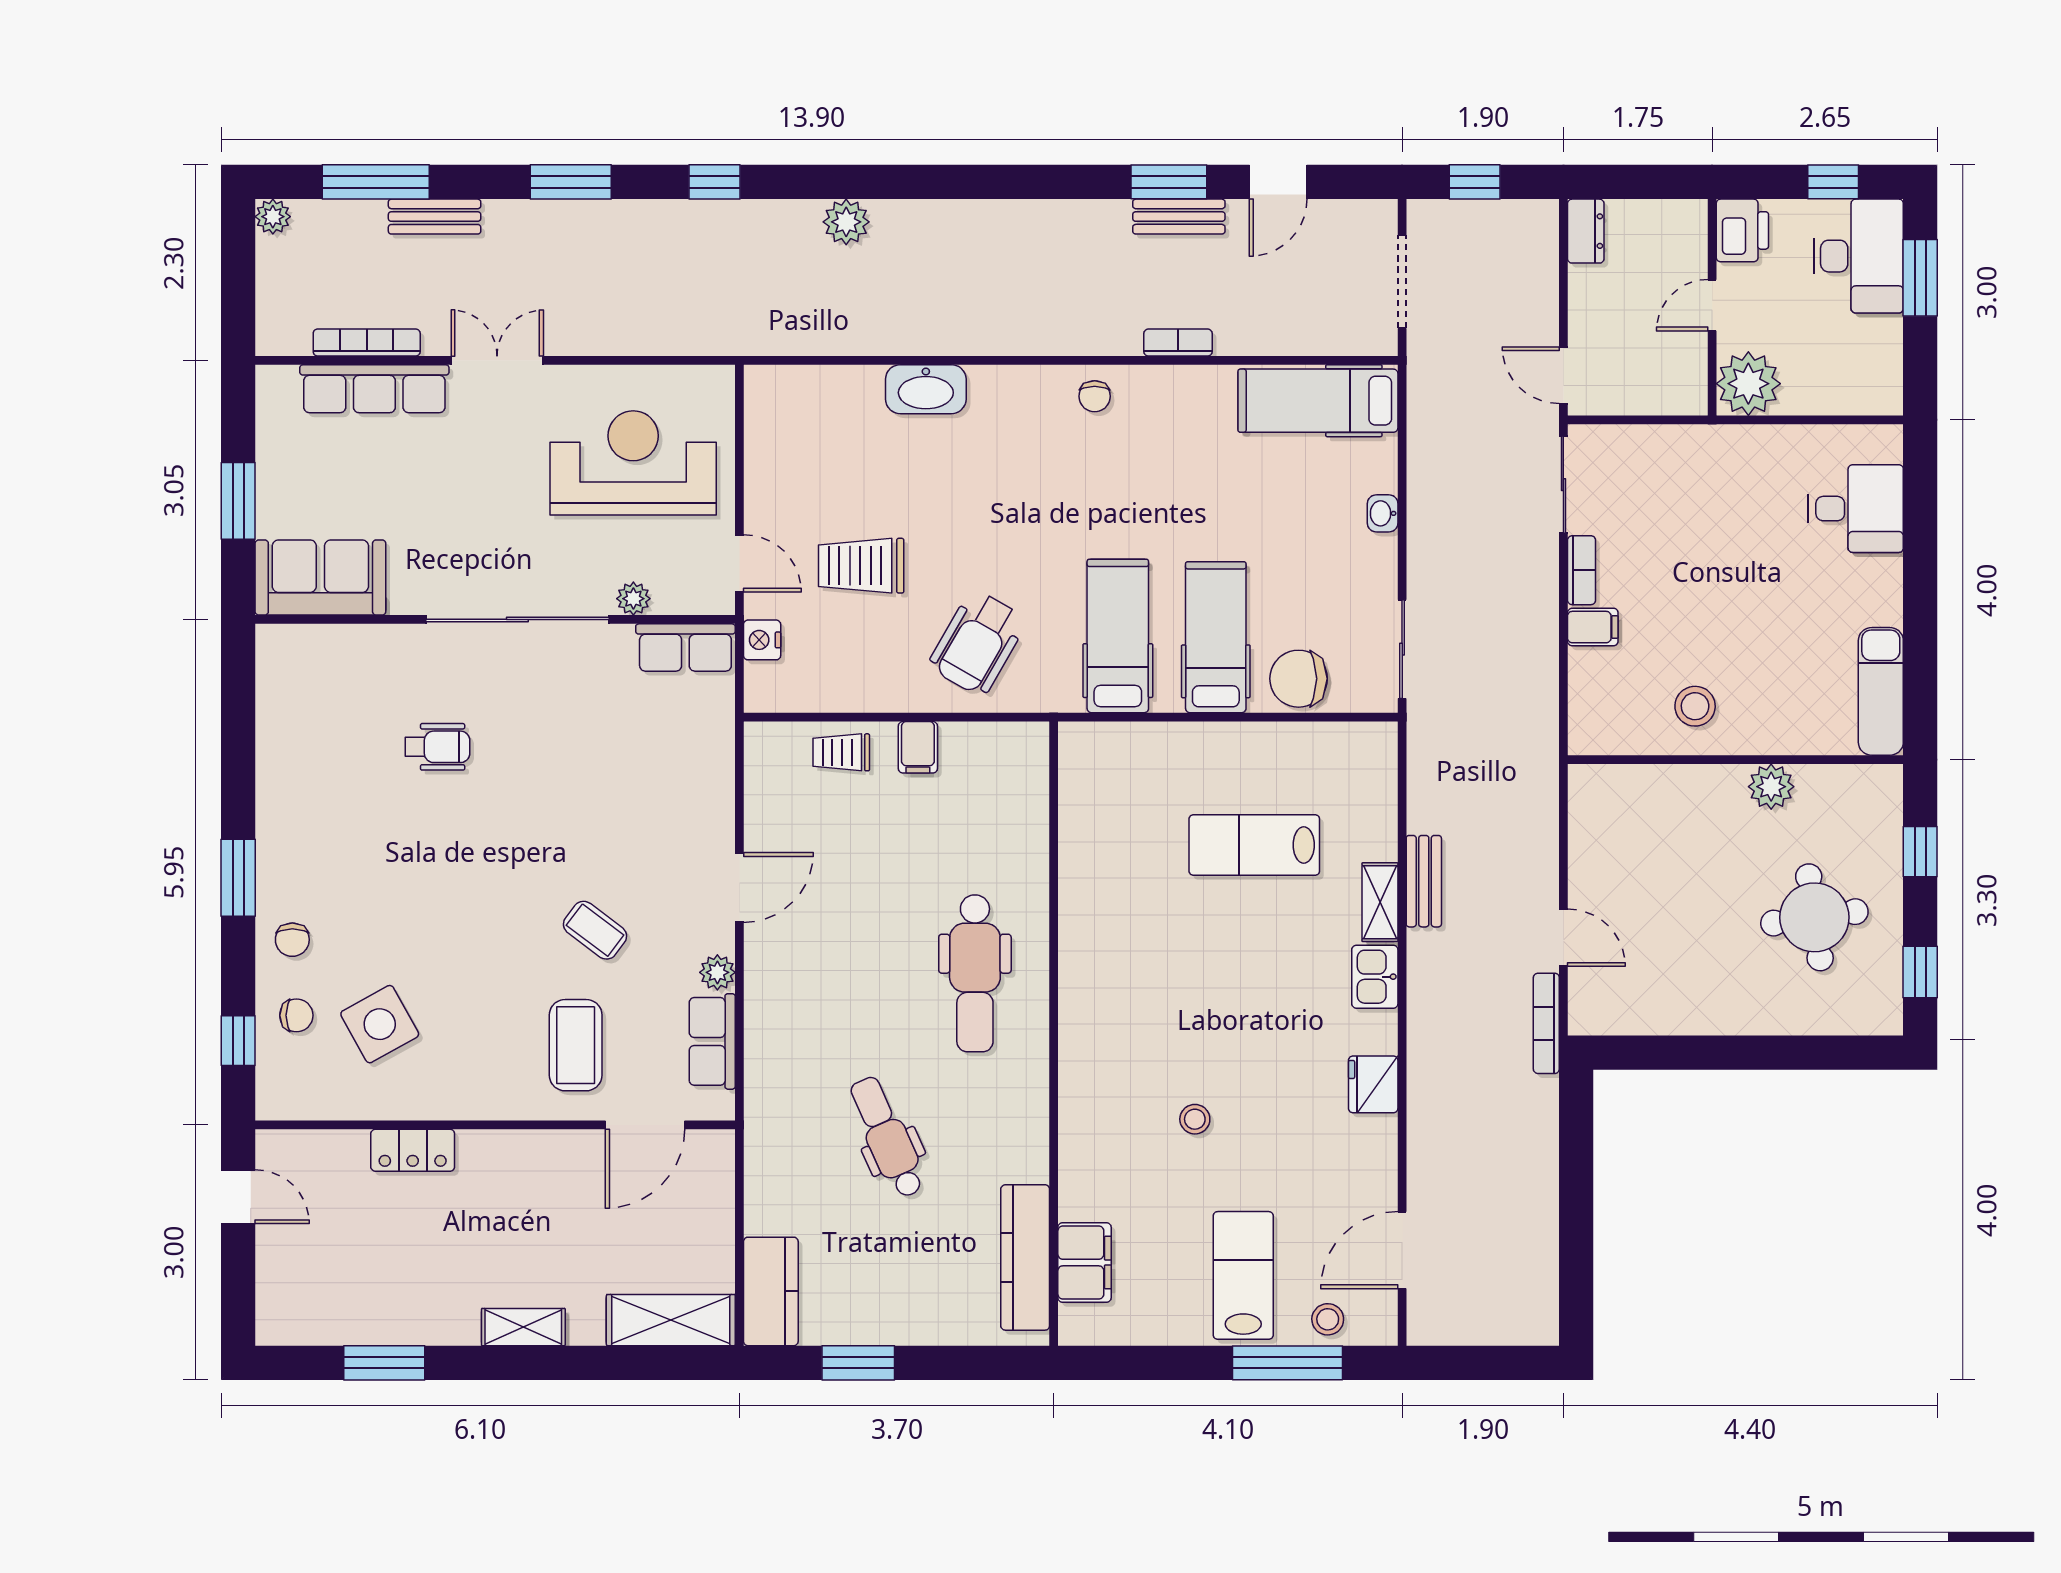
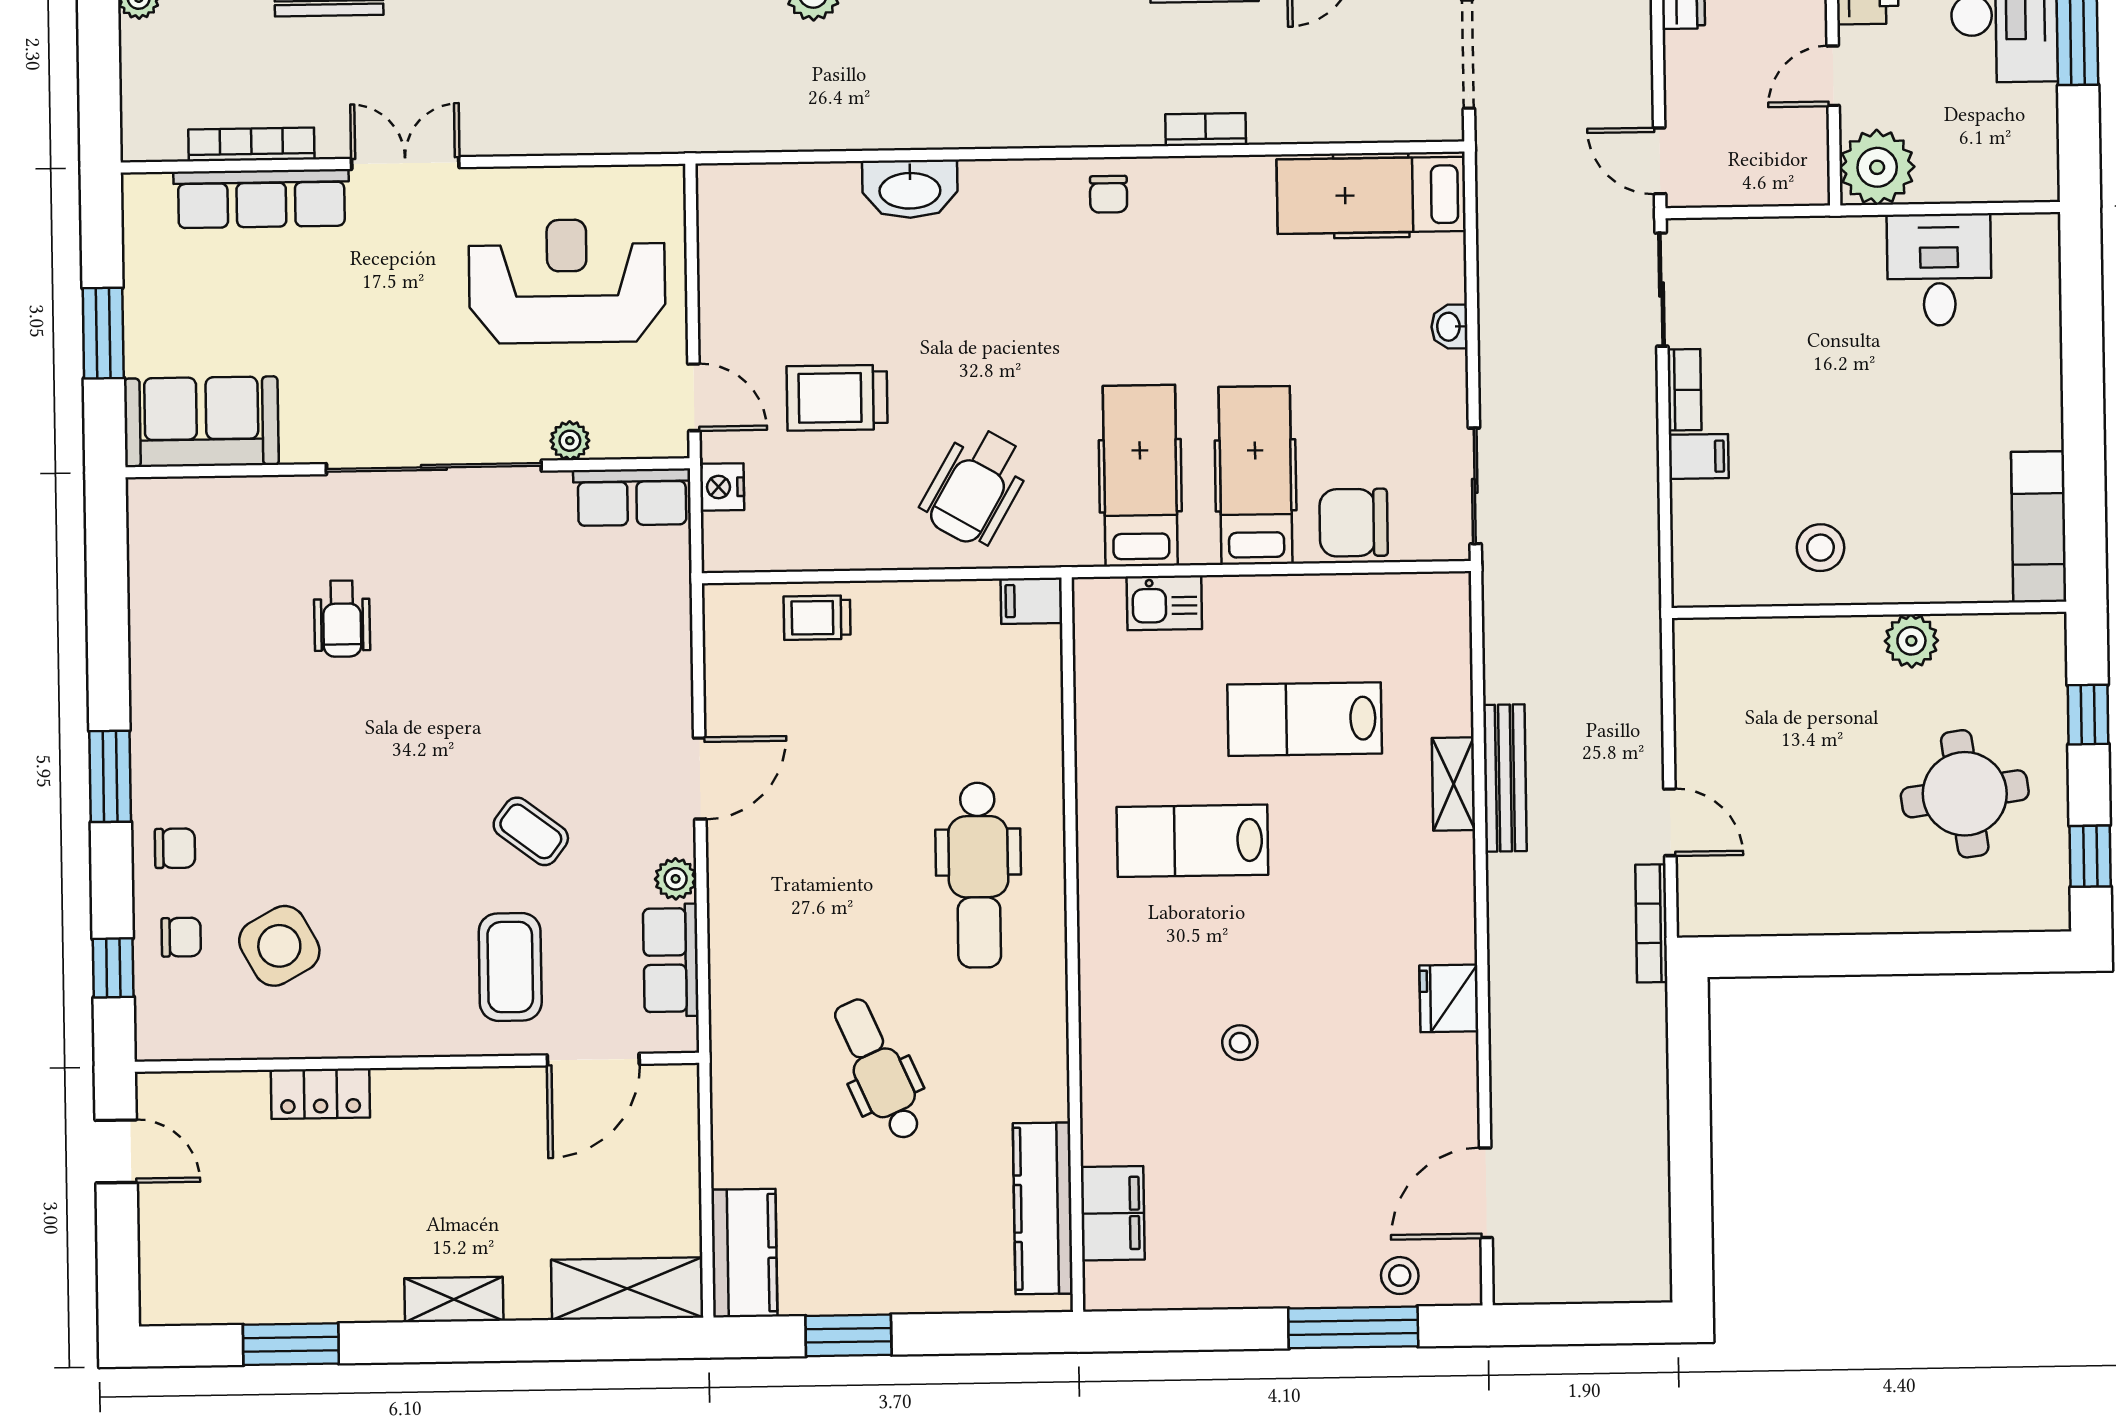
desk: (1856, 509) -> (1939, 270), moved, turned -90
wheelchair: (437, 747) -> (342, 619), turned 90
filing cabinet: (918, 747) -> (1031, 601), moved, turned 90
bench: (1424, 881) -> (1505, 778), width x1.36
chair: (292, 940) -> (175, 848), turned -90
kitchen sink: (1375, 977) -> (1164, 603), moved, turned -90
lab bench: (1243, 1275) -> (1192, 841), moved, turned -90

